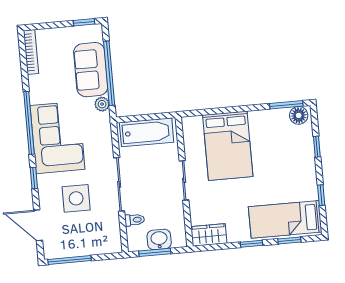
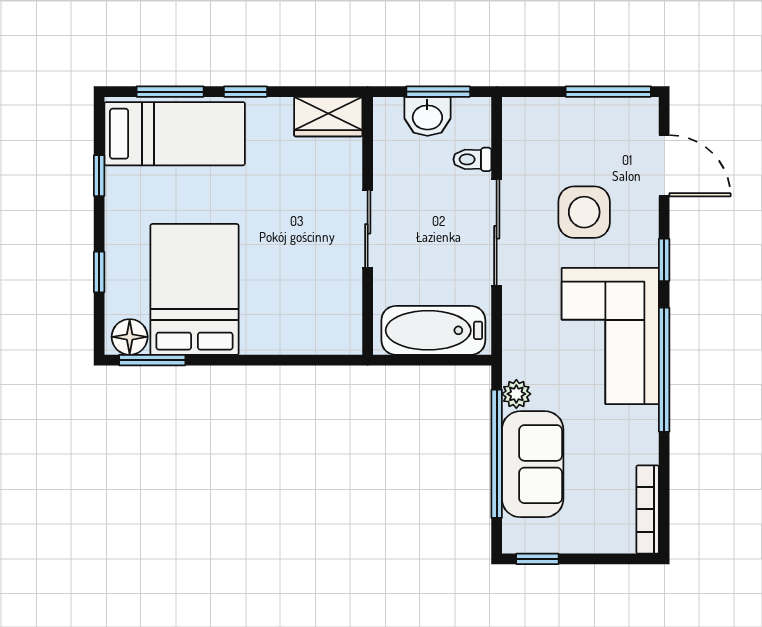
bed: (228, 146) -> (194, 289), moved
window: (289, 240) -> (170, 92), width x1.50

